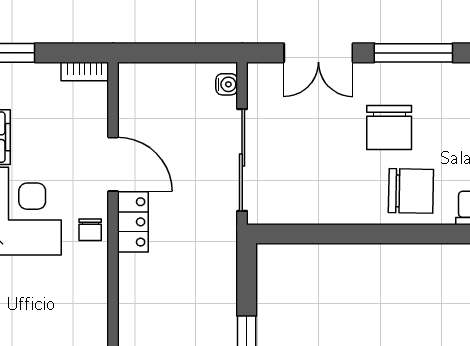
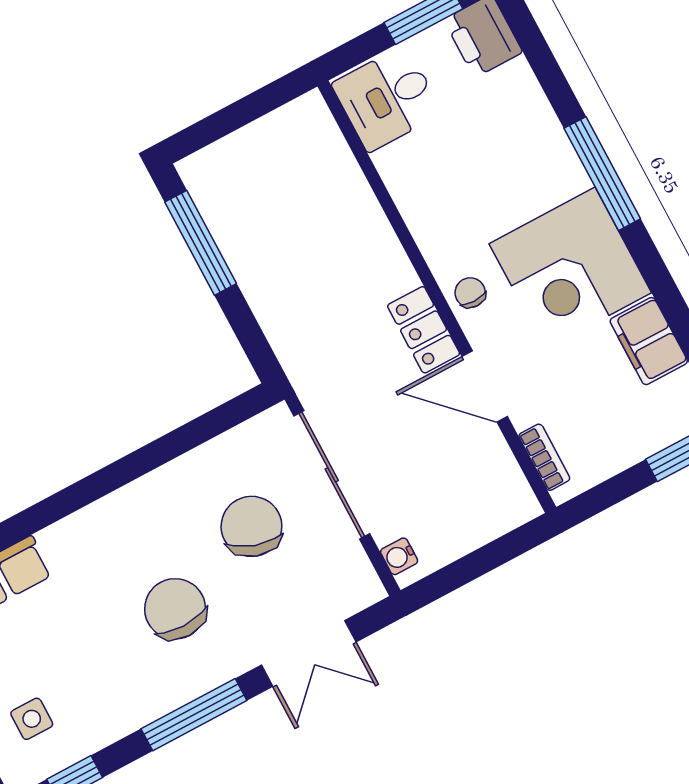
double door: (318, 53) -> (309, 653), swing flipped
bookcase: (85, 72) -> (544, 457), moved, turned 90
chair: (411, 191) -> (251, 526), moved, turned 107

